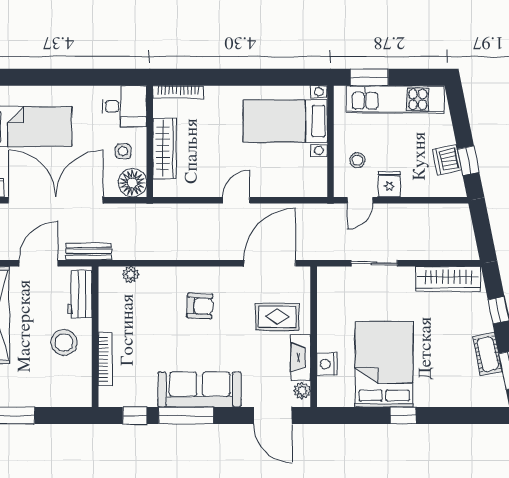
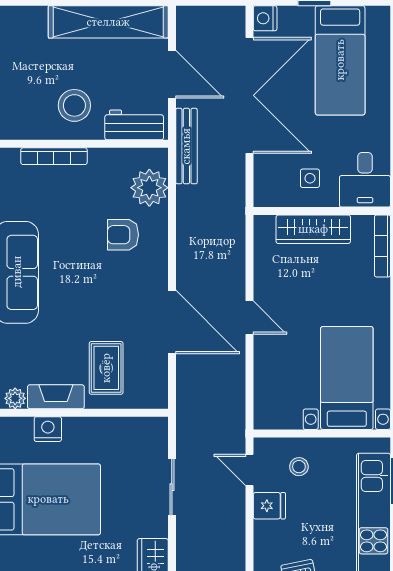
floor lamp: (132, 183) -> (271, 190), removed
bench: (89, 251) -> (186, 146), width x1.36
door: (270, 263) -> (172, 322), moved
plant: (131, 274) -> (149, 188), width x1.88, depth x1.88
armchair: (200, 306) -> (123, 235), moved, turned 87

